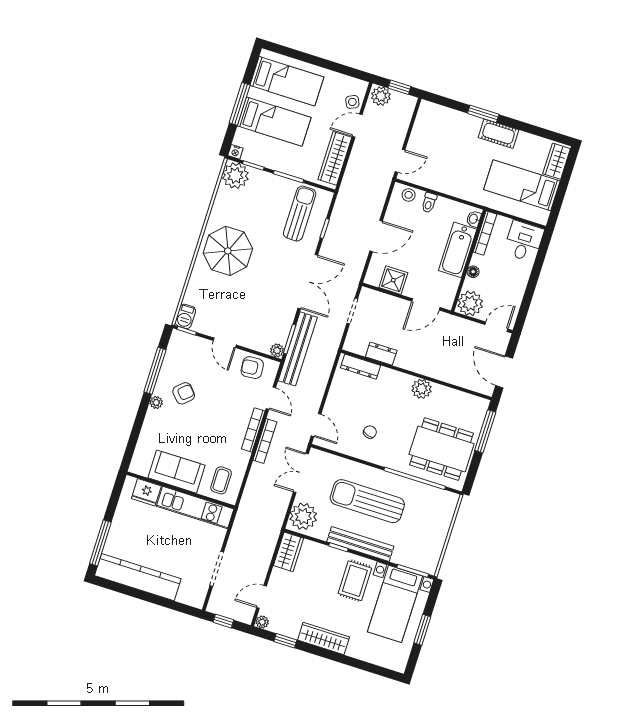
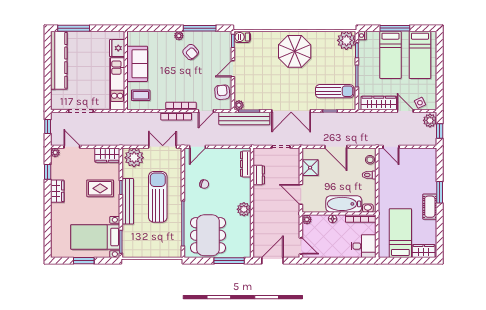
plant: (470, 303) -> (307, 219), width x0.53, depth x0.53
rug: (355, 581) -> (100, 188), moved
wardrobe: (324, 638) -> (57, 191), width x0.67

